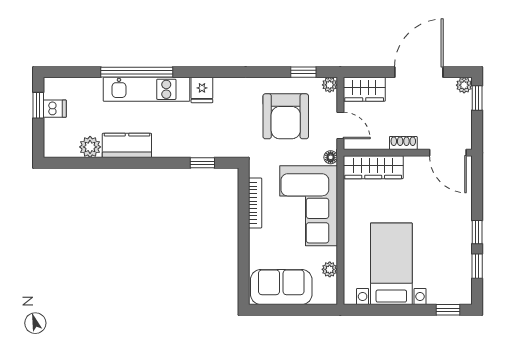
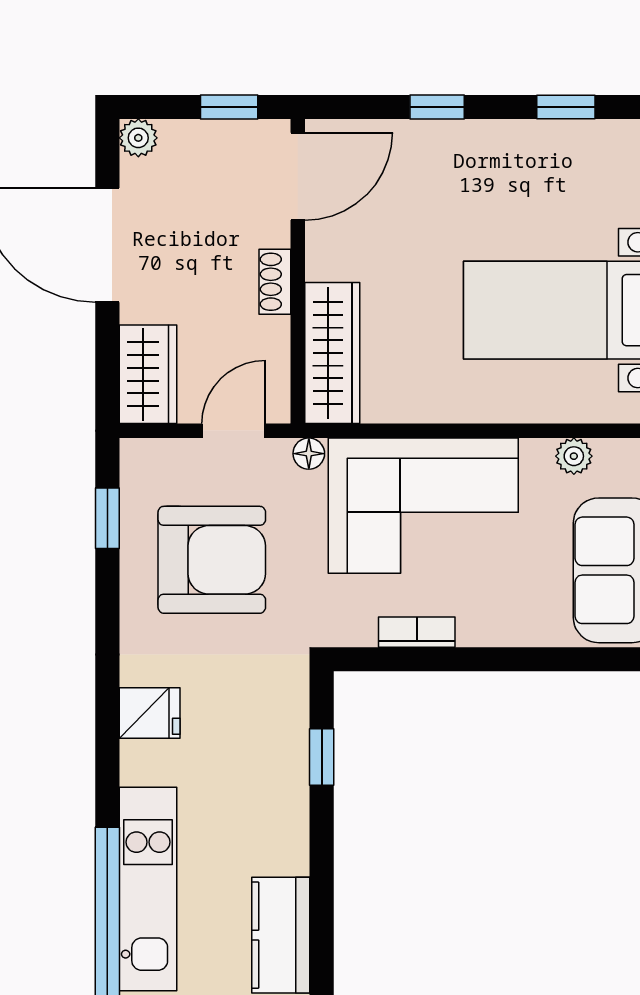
plant: (330, 85) -> (137, 456), removed
fridge: (202, 90) -> (150, 713), moved
window: (477, 98) -> (229, 107), moved
bookcase: (255, 203) -> (417, 632), width x0.64
window: (477, 232) -> (437, 107), moved

